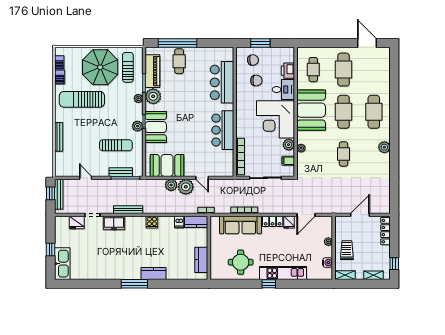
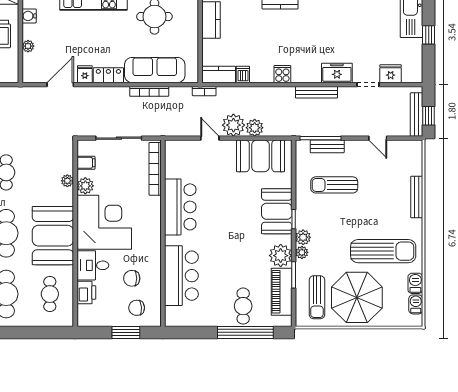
plant: (137, 126) -> (303, 237), moved

